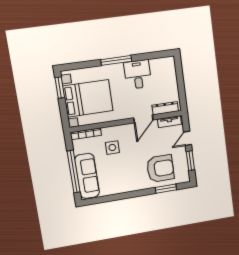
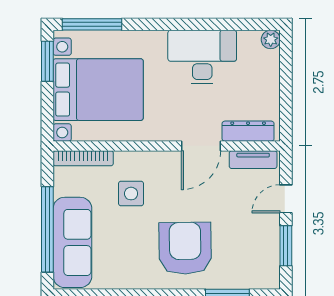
window: (116, 60) -> (92, 24), moved
plant: (170, 61) -> (271, 40), added
desk: (138, 74) -> (202, 57), width x1.37
armchair: (160, 169) -> (185, 248), moved, turned -91

